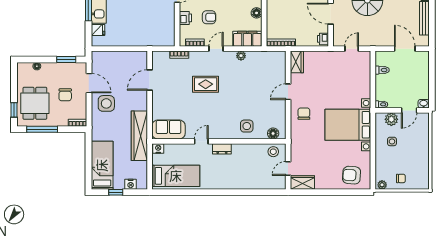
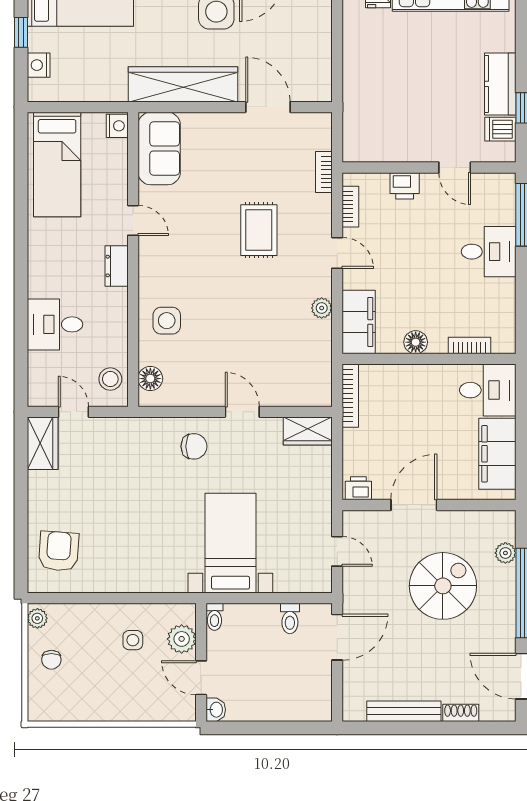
armchair: (209, 17) -> (406, 238), removed
door: (405, 49) -> (337, 637), moved
bed with nightstands: (348, 125) -> (230, 543), moved, width x0.73
wardrobe: (139, 136) -> (183, 84), moved
desk: (248, 177) -> (55, 324), added

